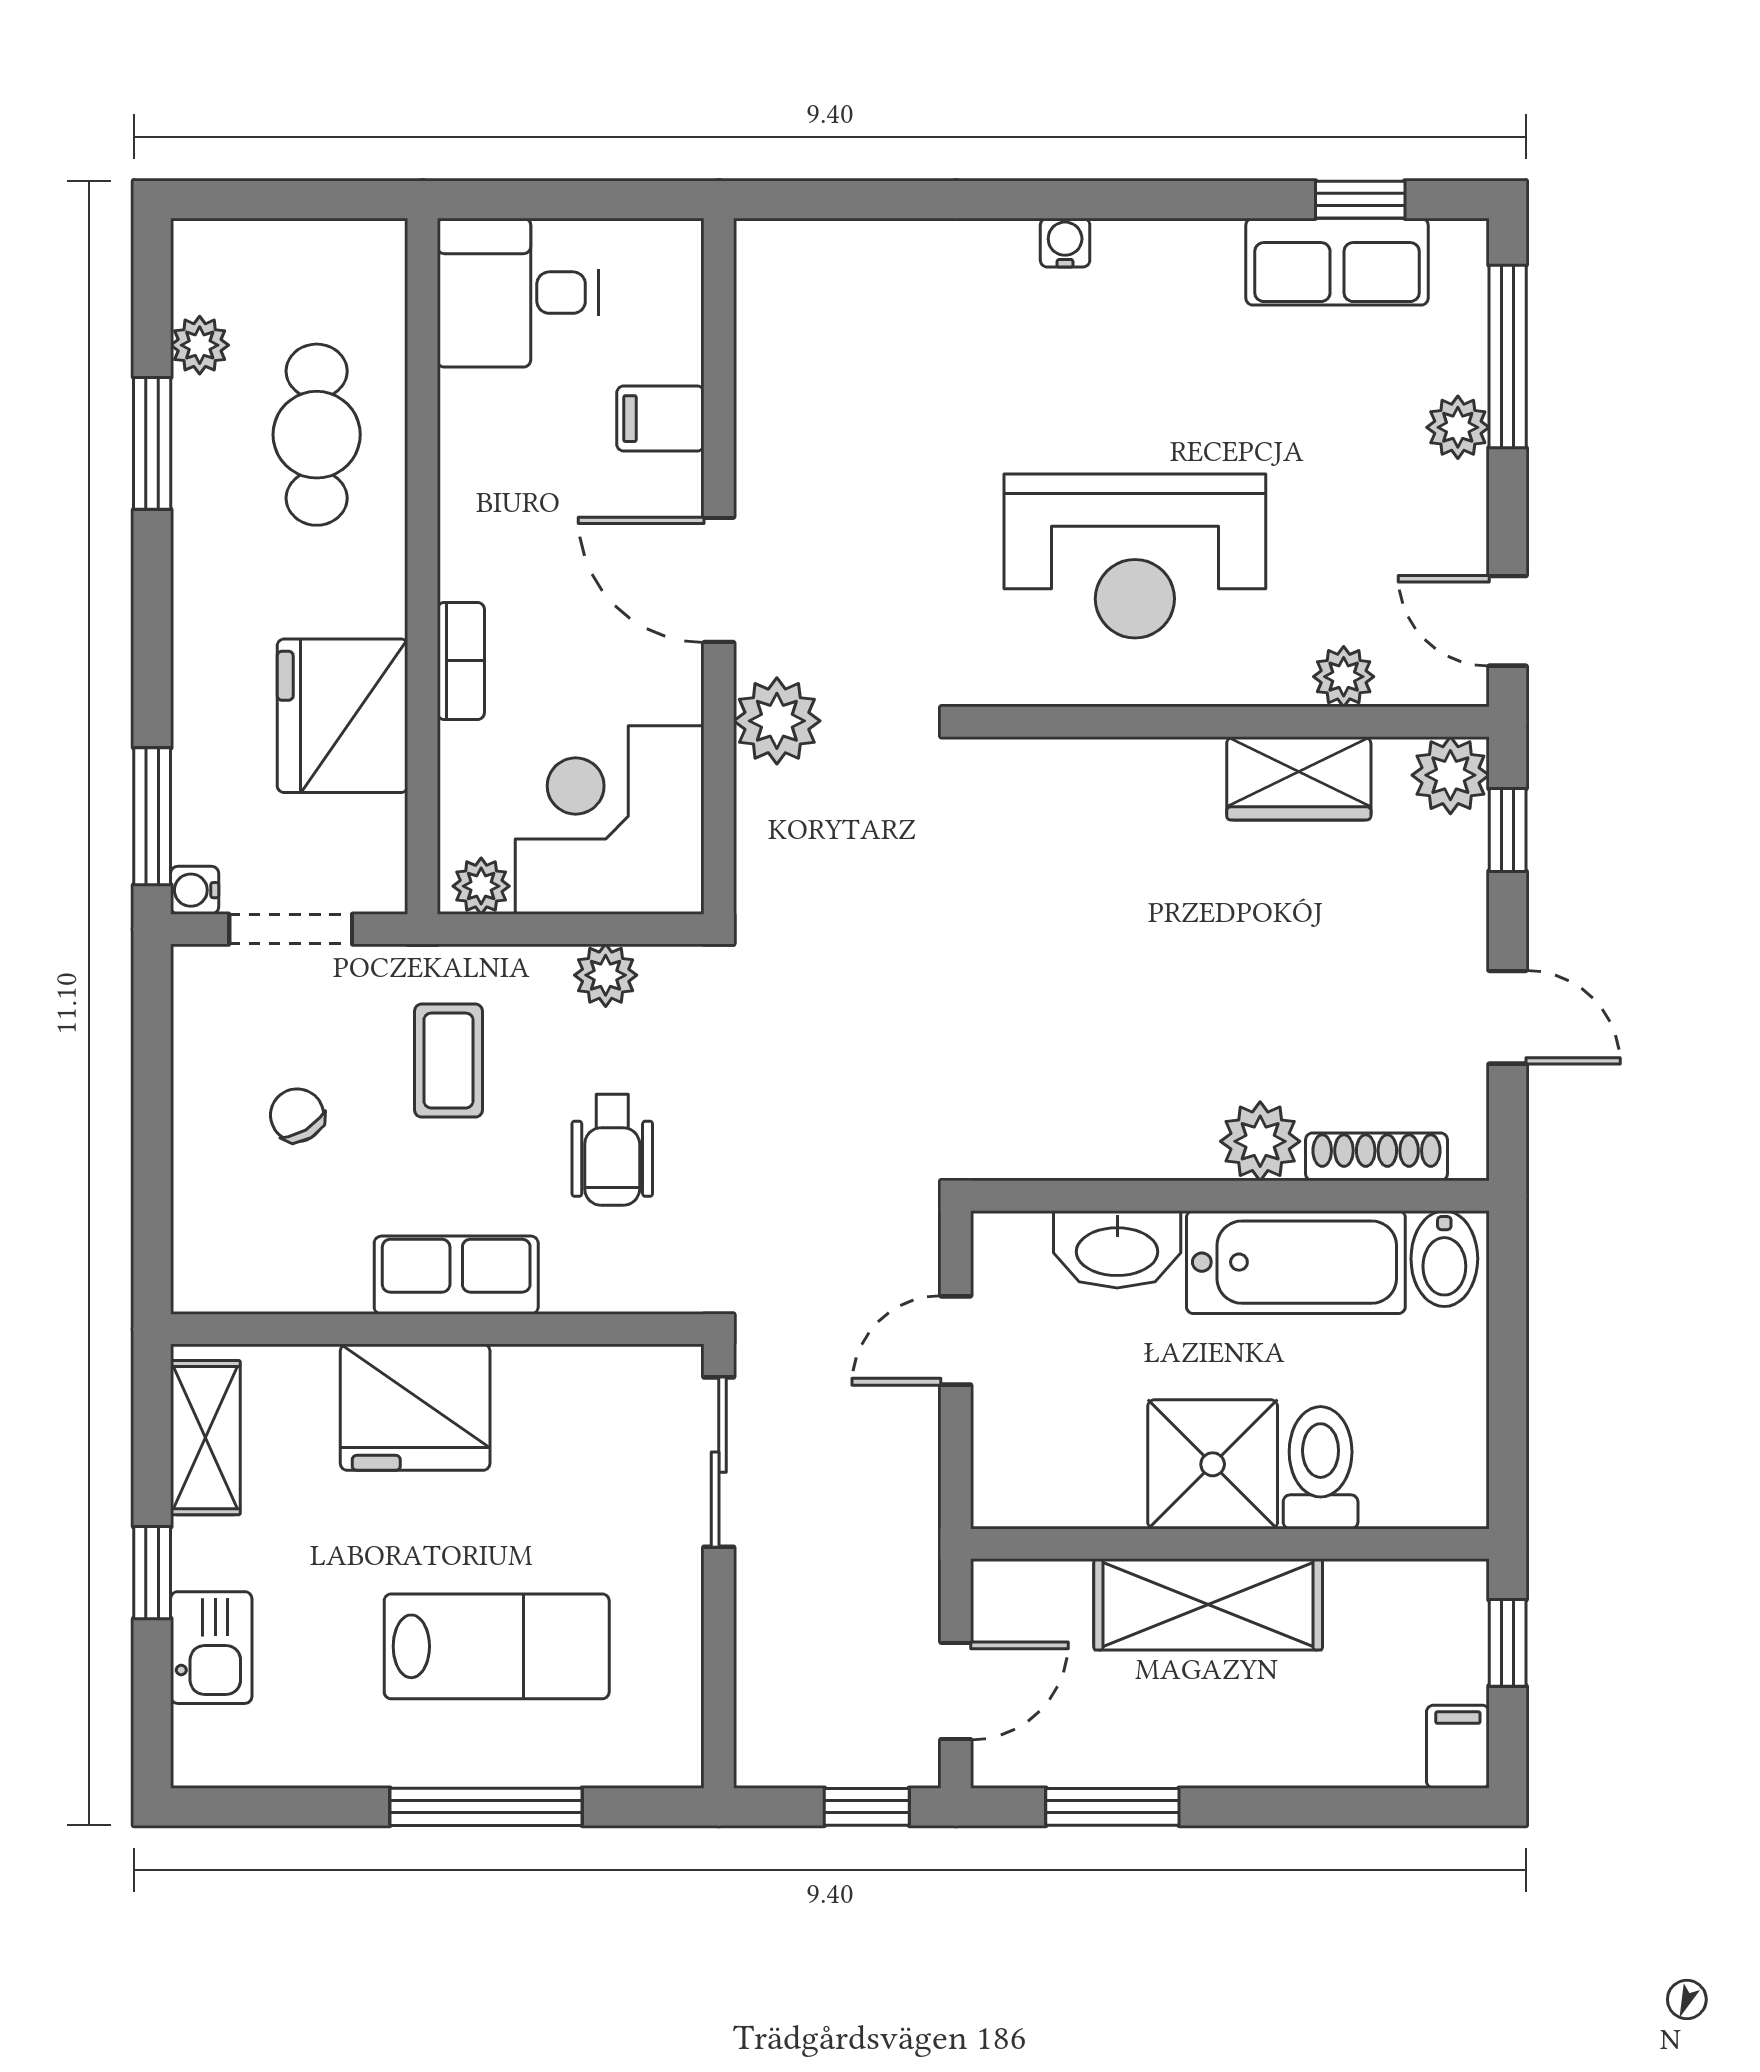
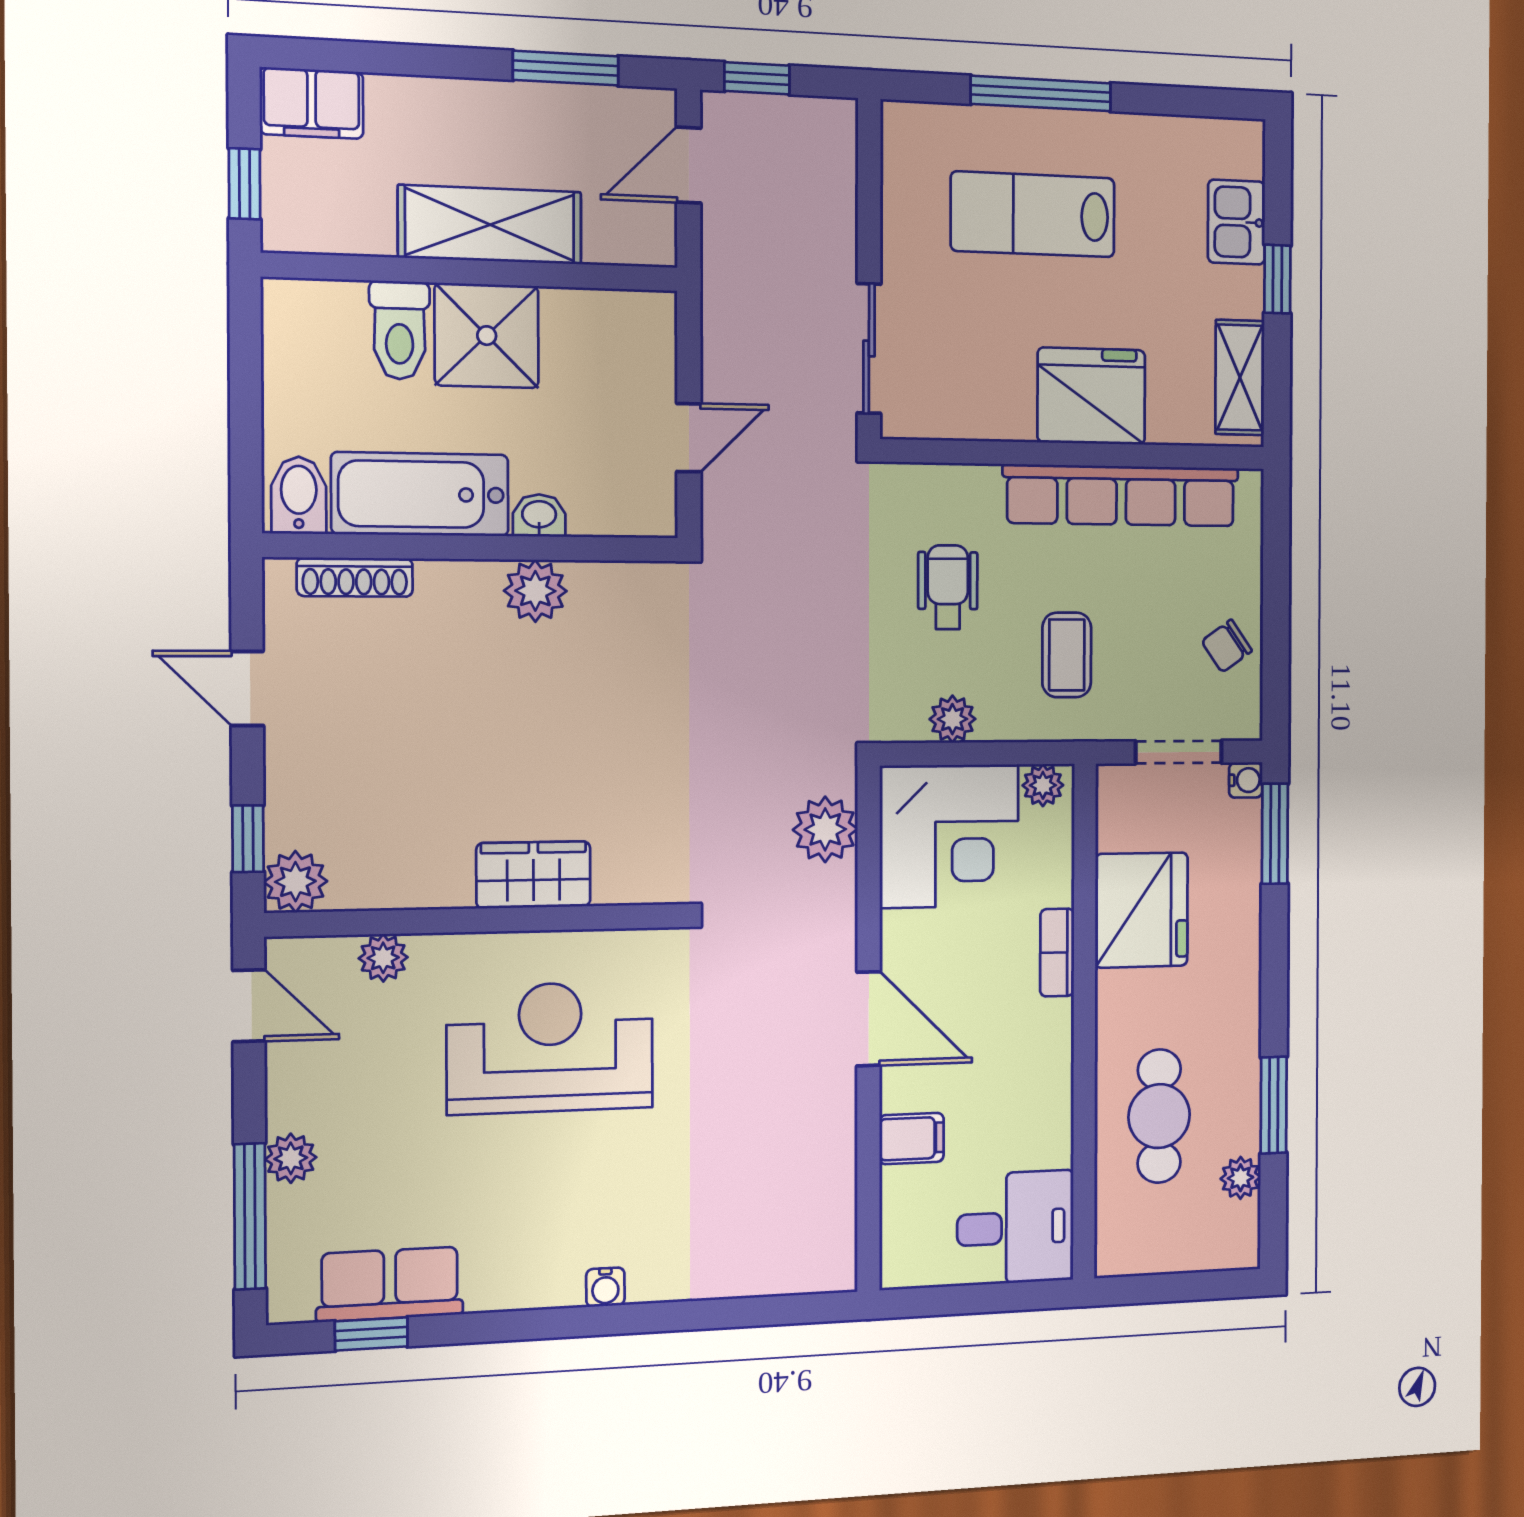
plant: (777, 721) -> (825, 829), moved
wardrobe: (1299, 778) -> (533, 875), moved
chair: (297, 1115) -> (1227, 646), moved, turned 86
plant: (1260, 1141) -> (535, 591), moved
washbasin: (1117, 1249) -> (539, 516), width x0.52, depth x0.69
row of seats: (456, 1275) -> (1121, 495), width x2.02
filing cabinet: (1458, 1747) -> (312, 103), width x2.00

